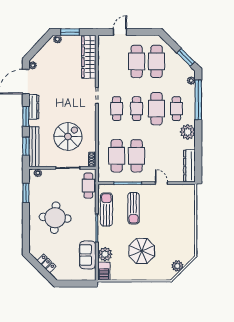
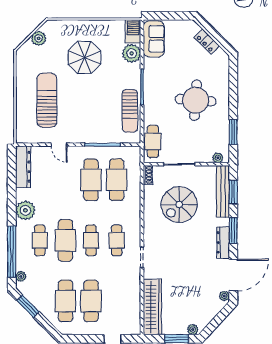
sun lounger: (134, 208) -> (47, 100), moved, width x1.36, depth x1.34
sofa: (88, 255) -> (154, 39), moved

